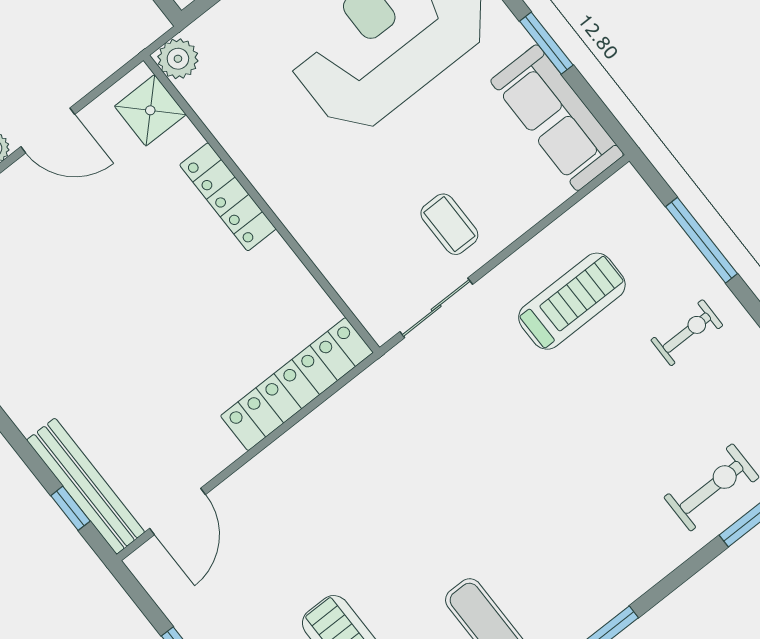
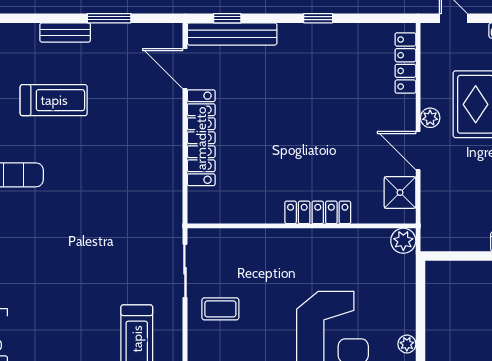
shower: (150, 110) -> (400, 192), moved
door: (48, 130) -> (418, 151), hinge flipped
locker: (297, 384) -> (201, 138), moved

